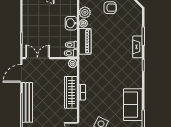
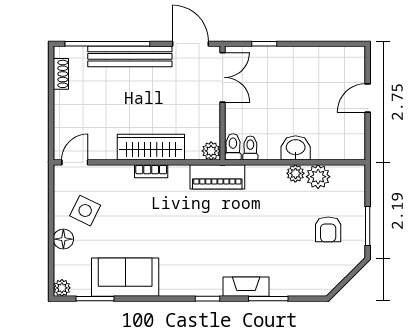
piano: (85, 41) -> (217, 177), moved

